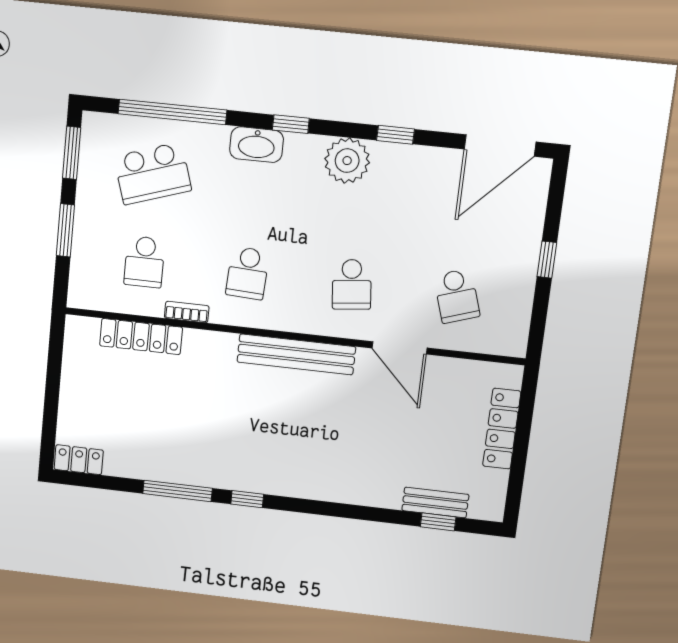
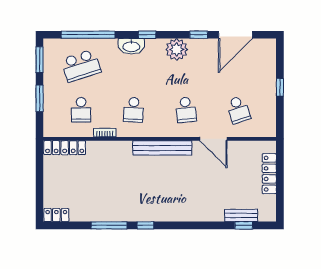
door: (500, 146) -> (235, 35), moved
locker: (141, 337) -> (65, 148), moved

